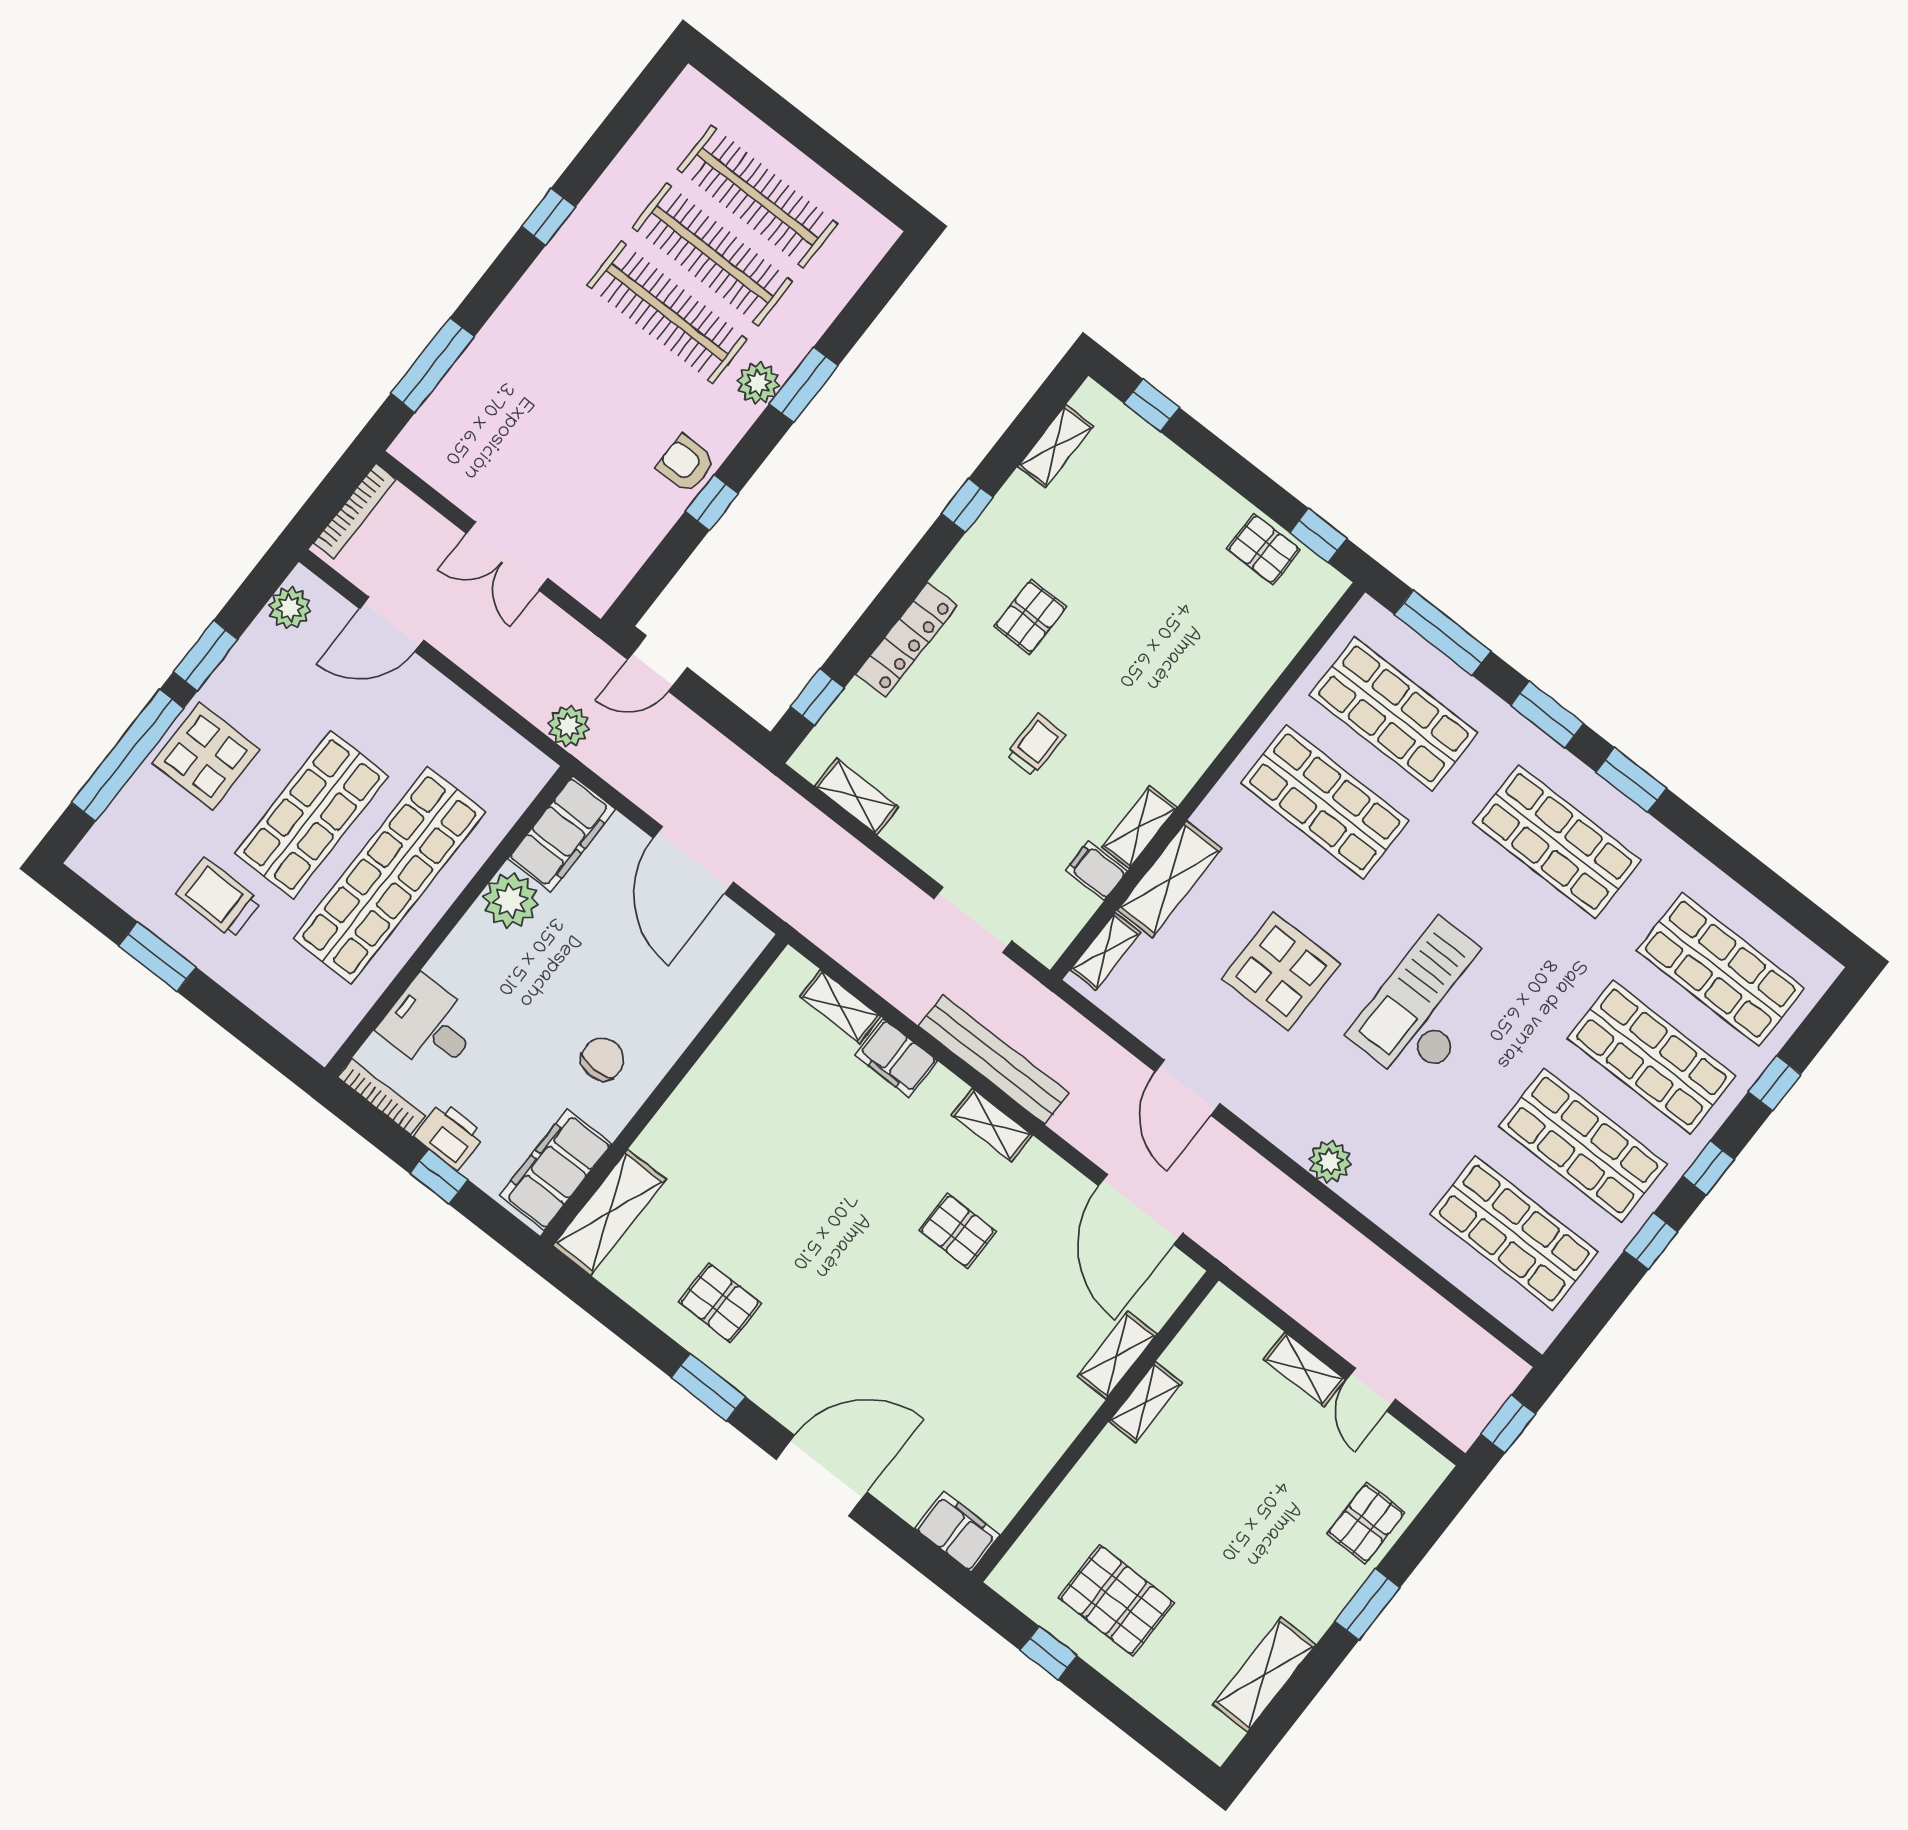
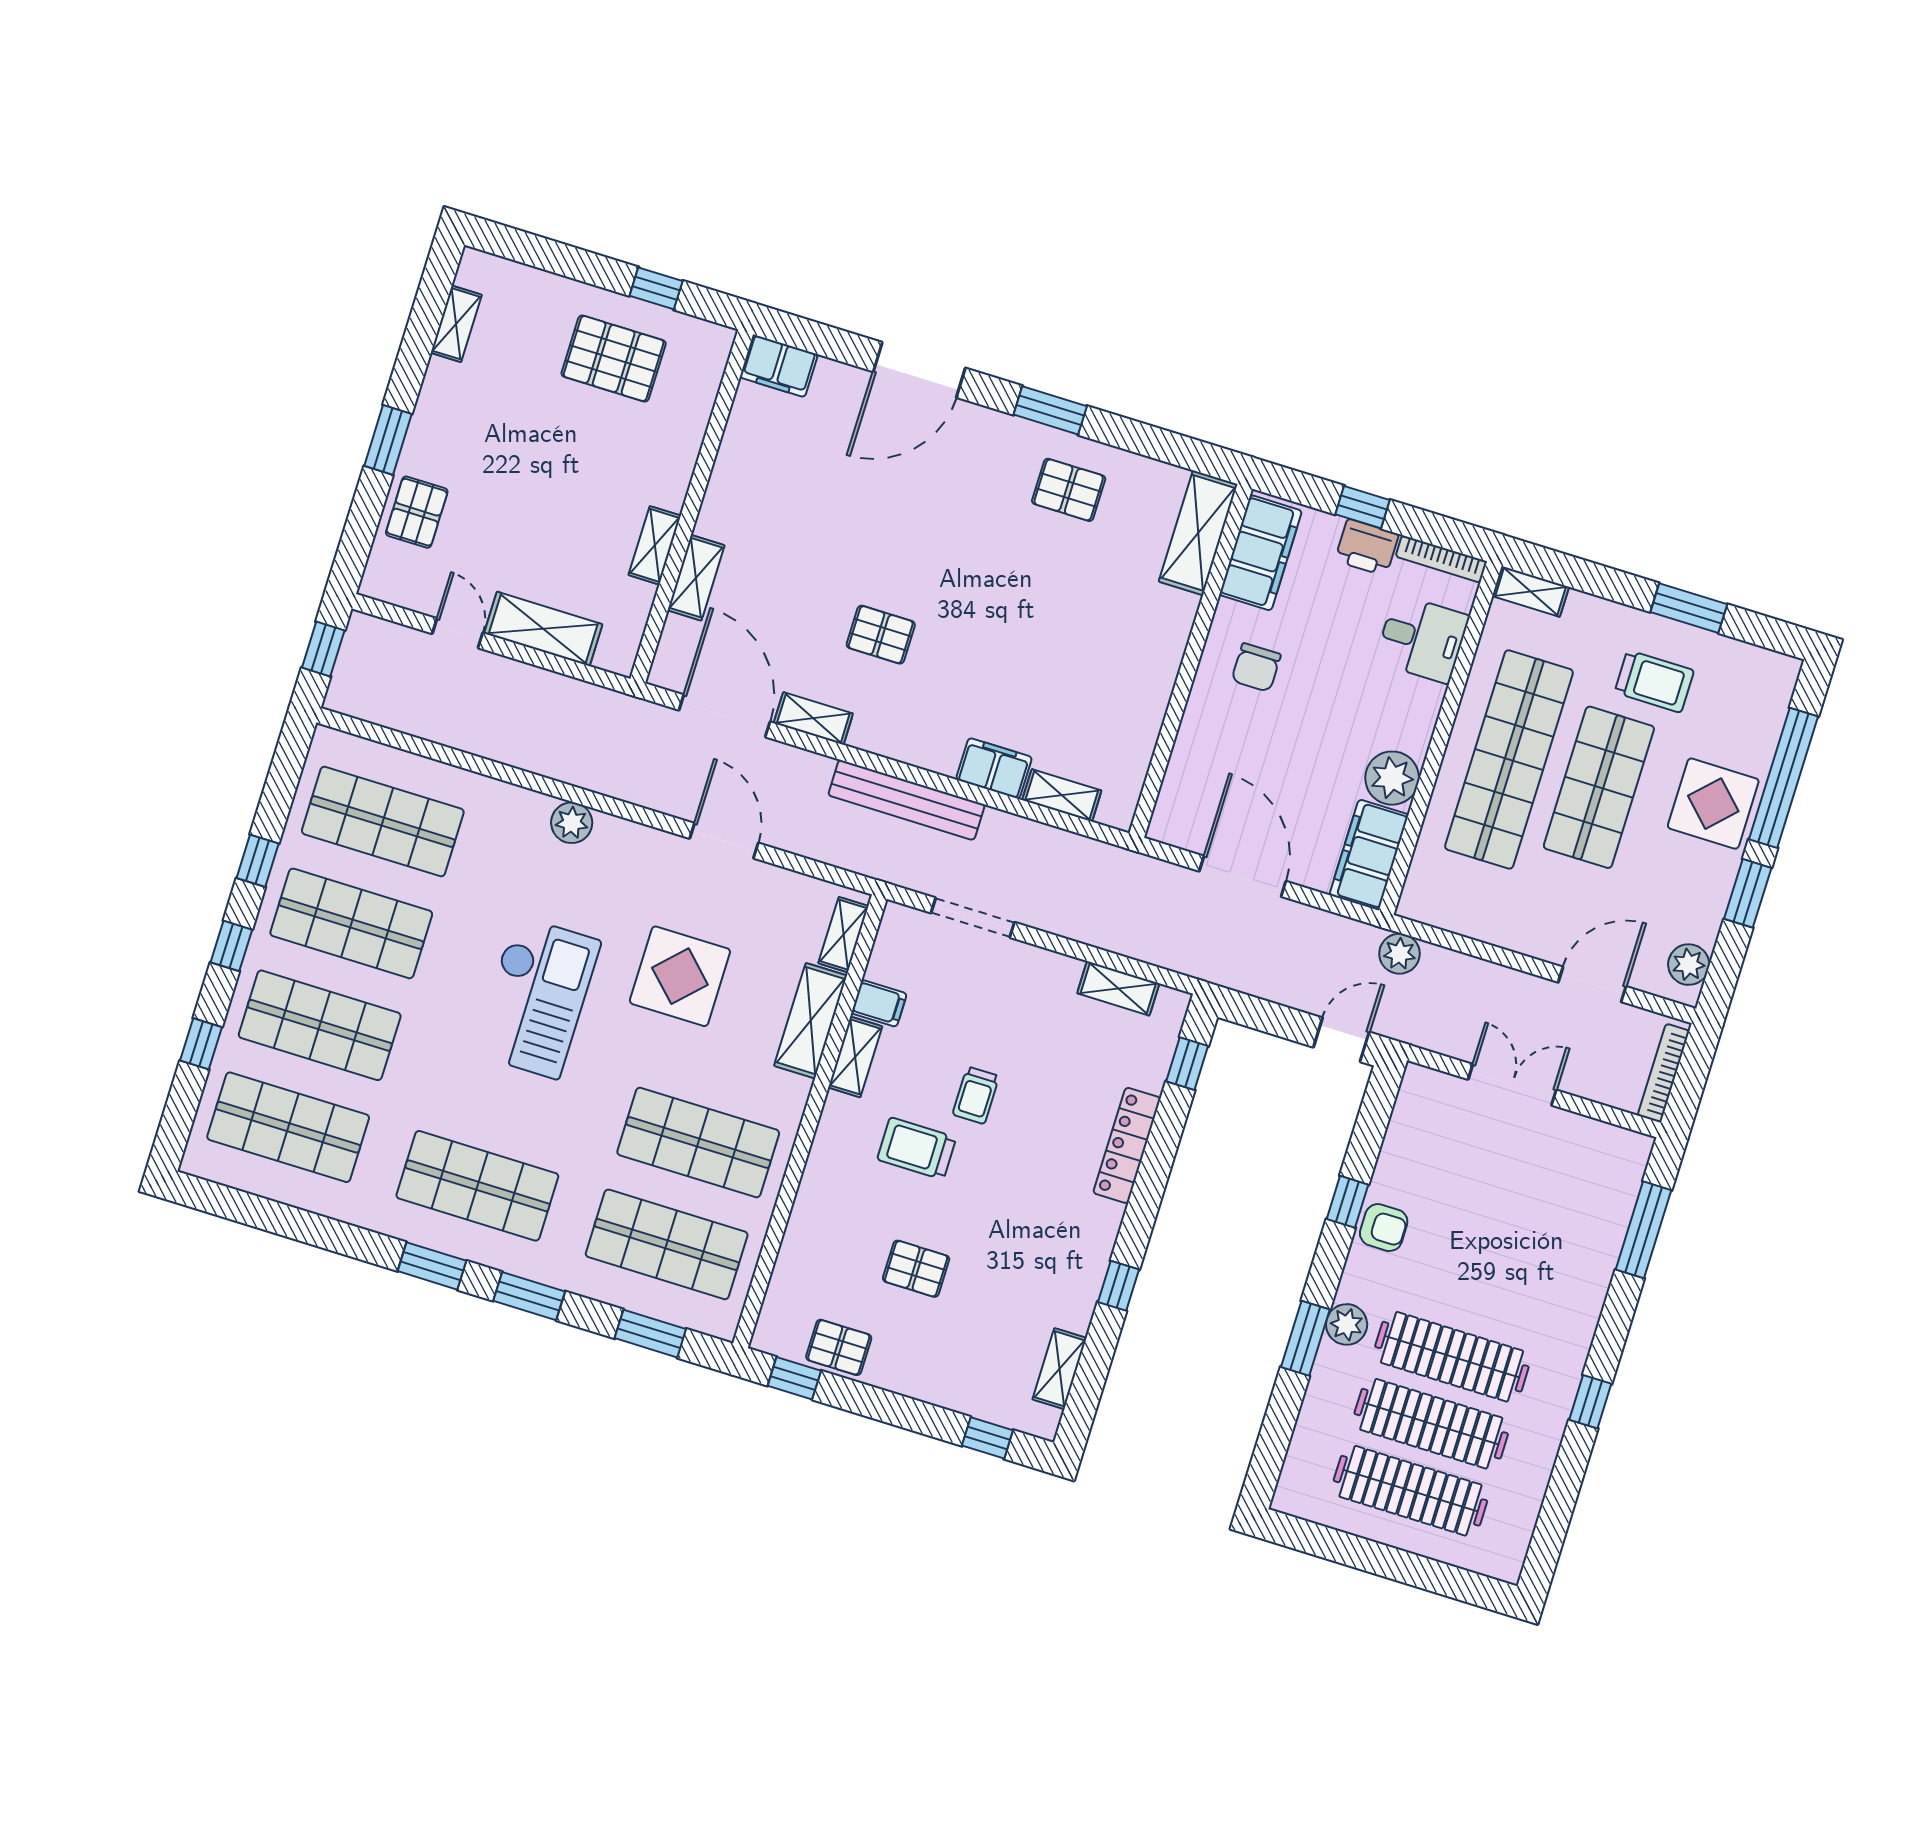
pallet: (1030, 617) -> (916, 1269), moved, turned 90
window: (1443, 633) -> (650, 1334), width x0.69
trolley: (1113, 715) -> (917, 1148), added
shelving: (306, 1032) -> (1531, 591), added
shelving: (992, 1125) -> (813, 718), moved
shelving: (1304, 1369) -> (543, 629), width x1.50, depth x1.33
shelving: (1264, 1675) -> (456, 324), width x0.67, depth x0.75

